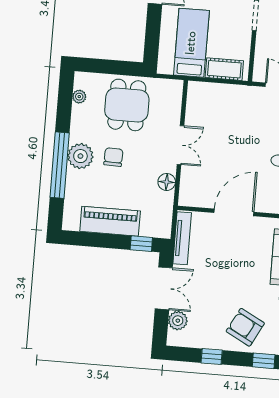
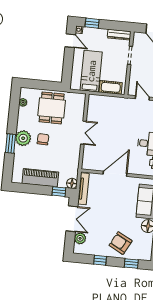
window: (60, 165) -> (11, 143), width x0.47
floor lamp: (167, 182) -> (72, 183), moved

